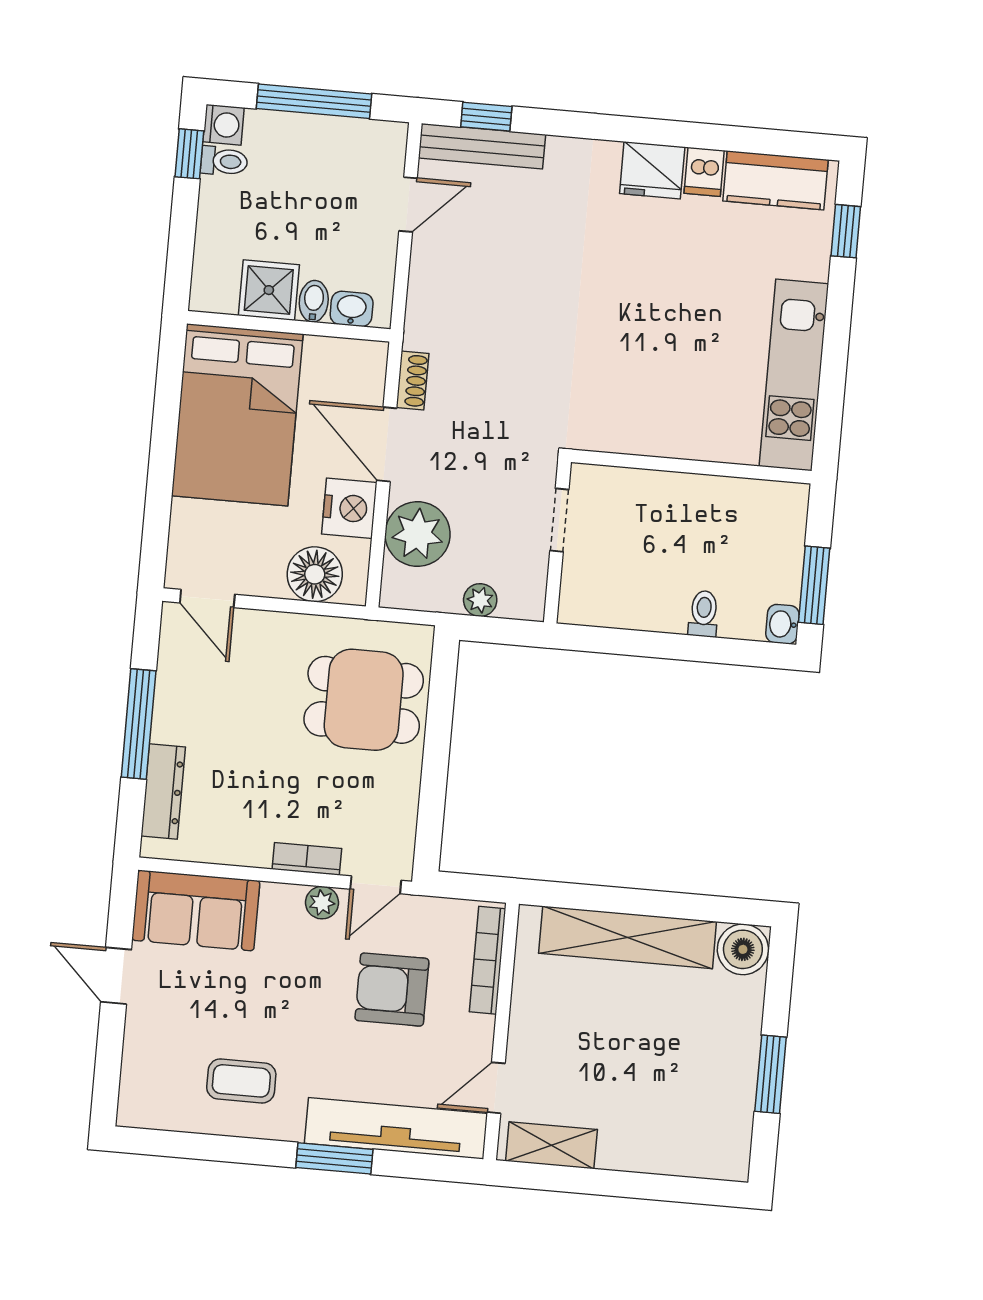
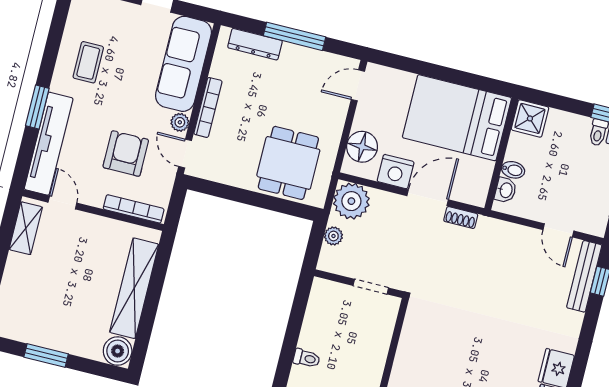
shower: (269, 290) -> (530, 118), moved
plant: (418, 534) -> (351, 201), moved
bookcase: (307, 859) -> (208, 107), width x1.56
sofa: (196, 910) -> (183, 64), width x1.36

